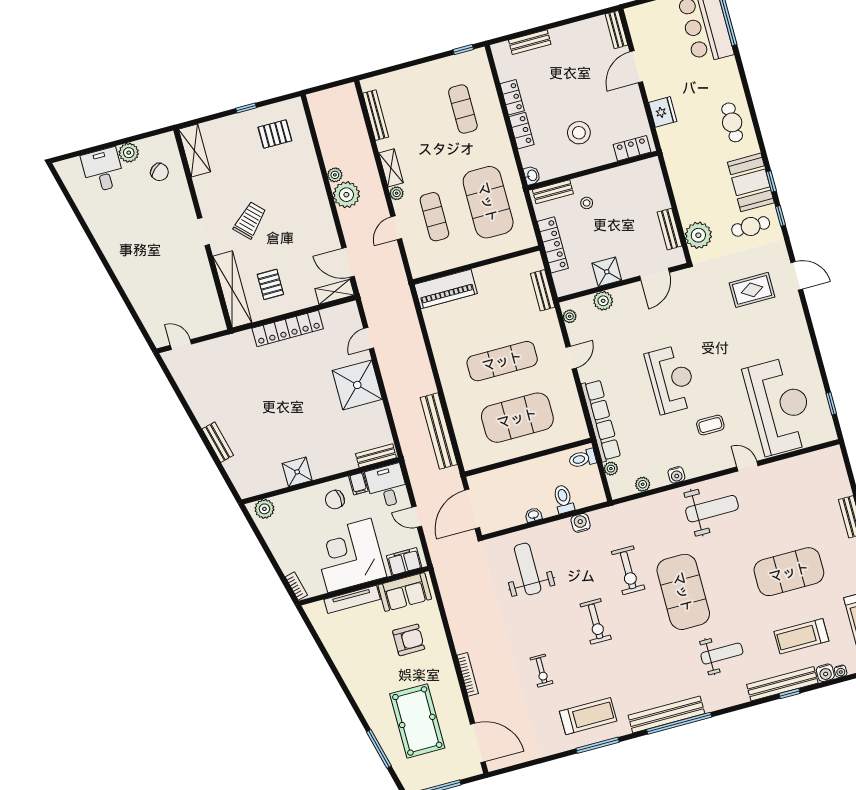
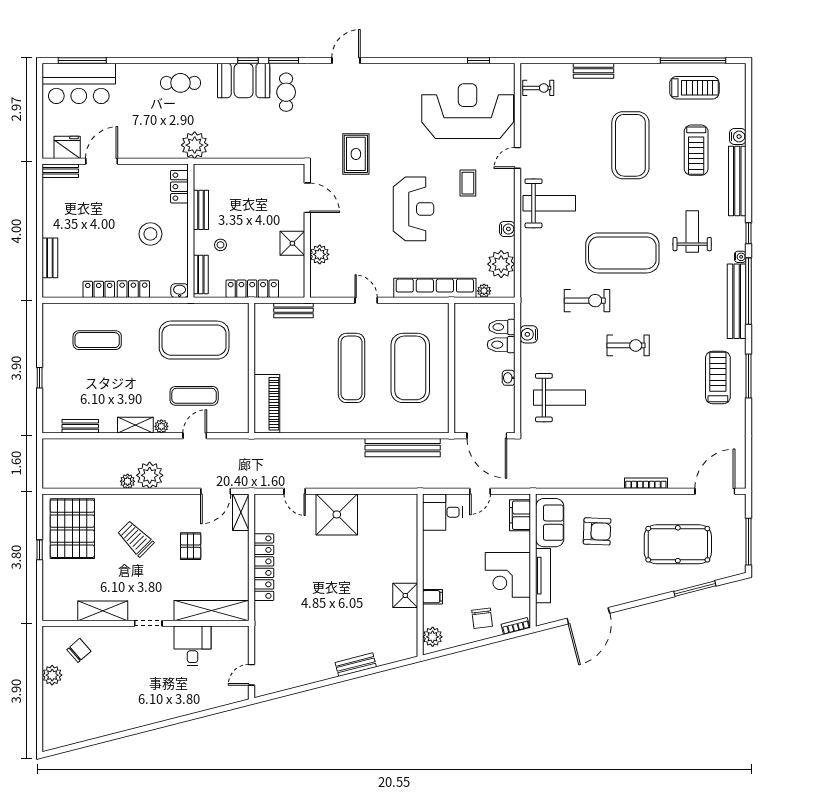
window: (463, 49) -> (40, 378), moved
door: (636, 67) -> (102, 161), swing flipped
fridge: (663, 112) -> (67, 147), moved
bench: (376, 115) -> (80, 426), width x0.73
pallet: (275, 134) -> (72, 529), width x2.05, depth x2.00
shelving: (195, 150) -> (103, 611), moved
desk: (103, 170) -> (193, 646), moved, turned 90
window: (781, 216) -> (284, 60), width x1.50
trolley: (250, 220) -> (135, 539), moved
door: (396, 228) -> (195, 436), swing flipped
bench: (670, 229) -> (201, 210), moved, turned 90
plant: (698, 235) -> (195, 145), moved
pallet: (270, 284) -> (191, 546), moved, turned 90
rug: (752, 290) -> (356, 154), moved
plant: (570, 316) -> (326, 291), removed
reception desk: (671, 379) -> (414, 209), turned 90
bench: (376, 456) -> (410, 515), removed
toilet: (582, 459) -> (502, 327), moved, turned 90
filing cabinet: (358, 484) -> (433, 597), moved
plant: (643, 484) -> (501, 264), width x1.88, depth x1.88
chair: (335, 500) -> (482, 618), moved
weight bench: (712, 509) -> (549, 203), turned 90
corner desk: (349, 555) -> (508, 575), width x0.74, depth x0.74
weight bench: (528, 569) -> (559, 398), turned 180
armchair: (409, 640) -> (597, 531), turned 92
door: (325, 653) -> (588, 616), added
exercise bike: (542, 671) -> (538, 88), moved
water cooler: (841, 671) -> (740, 257), moved
window: (790, 693) -> (749, 233), moved

